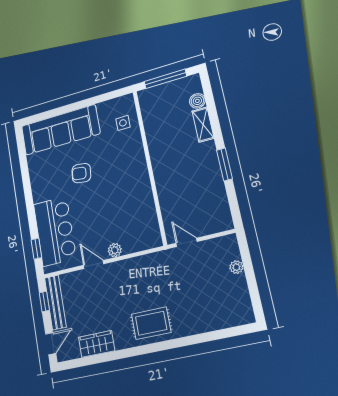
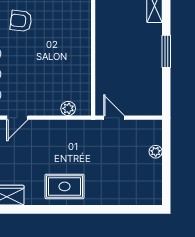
plant: (115, 250) -> (68, 108), moved
door: (94, 264) -> (17, 118), swing flipped

